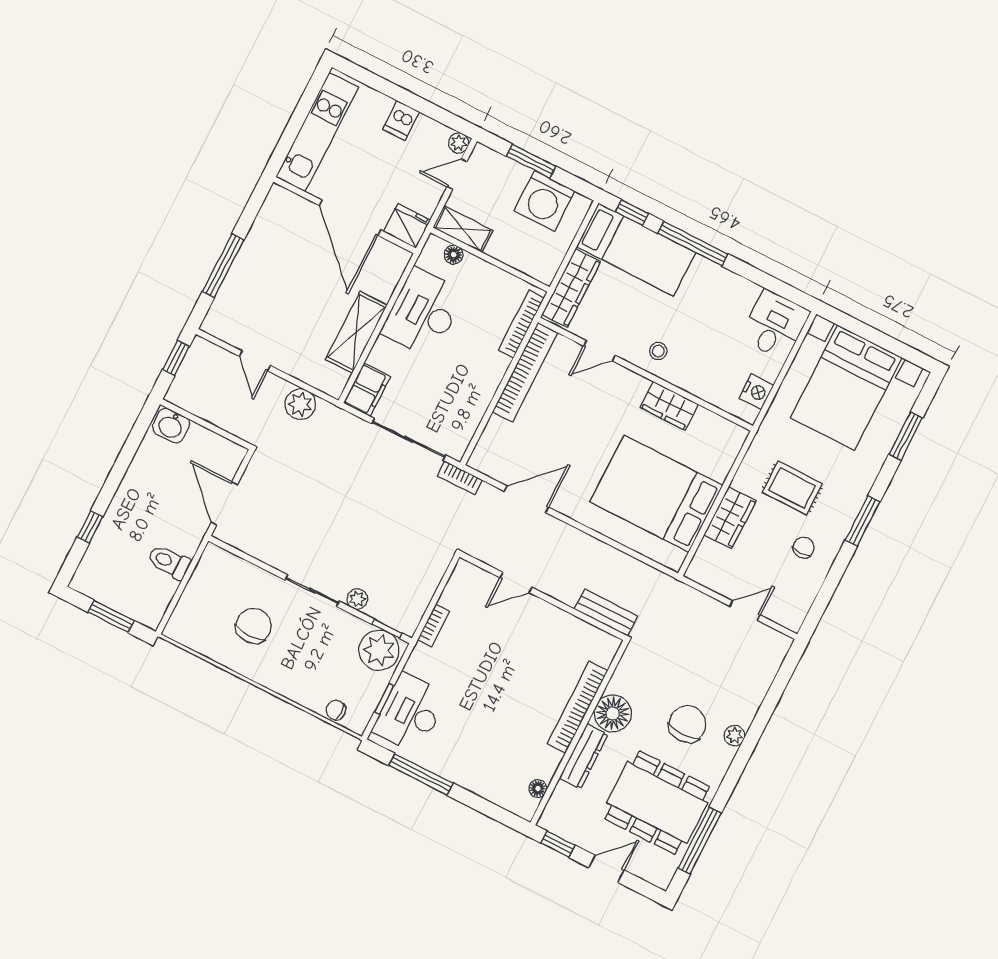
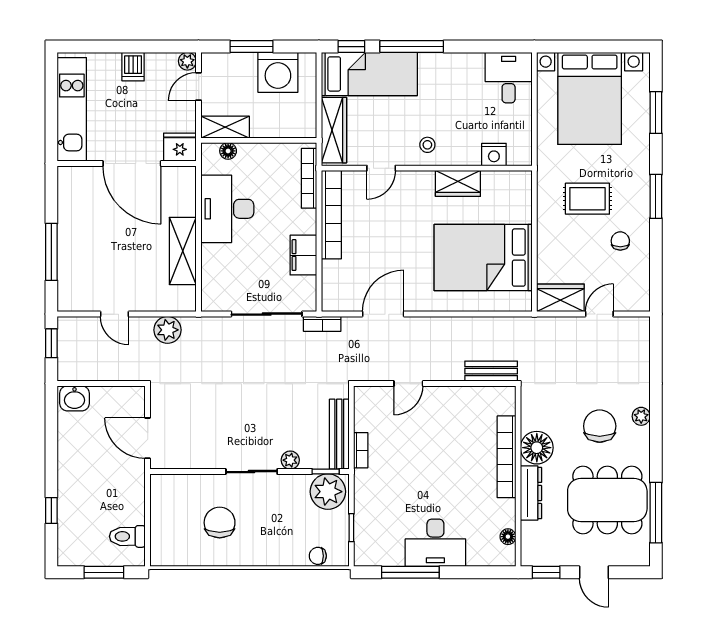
filing cabinet: (367, 390) -> (303, 255), moved, turned 180
nightstand: (756, 392) -> (494, 155), moved, turned 90
wardrobe: (730, 518) -> (560, 298), moved, turned -90
toilet: (169, 562) -> (127, 536), moved
bench: (420, 598) -> (339, 434), added
desk: (410, 713) -> (435, 543), moved, turned -90
door: (606, 869) -> (594, 572), swing flipped

